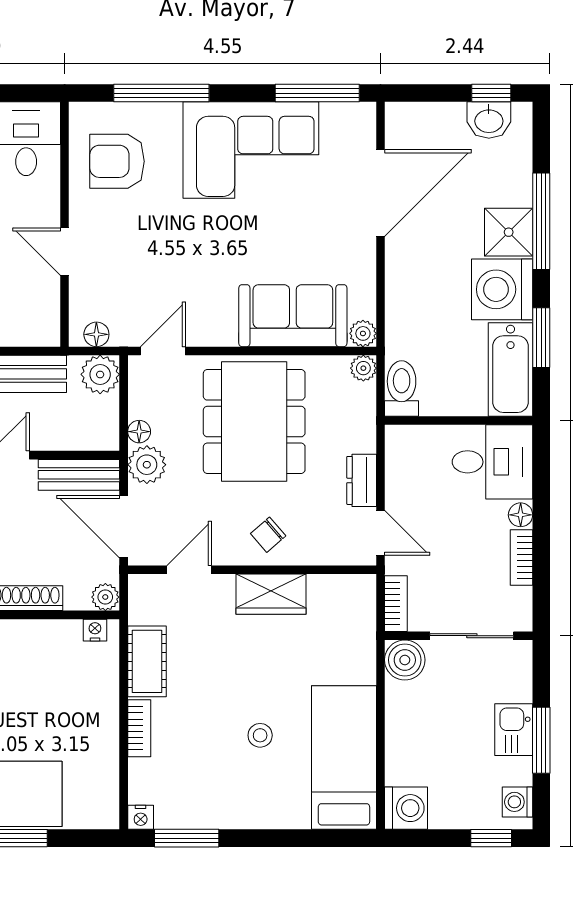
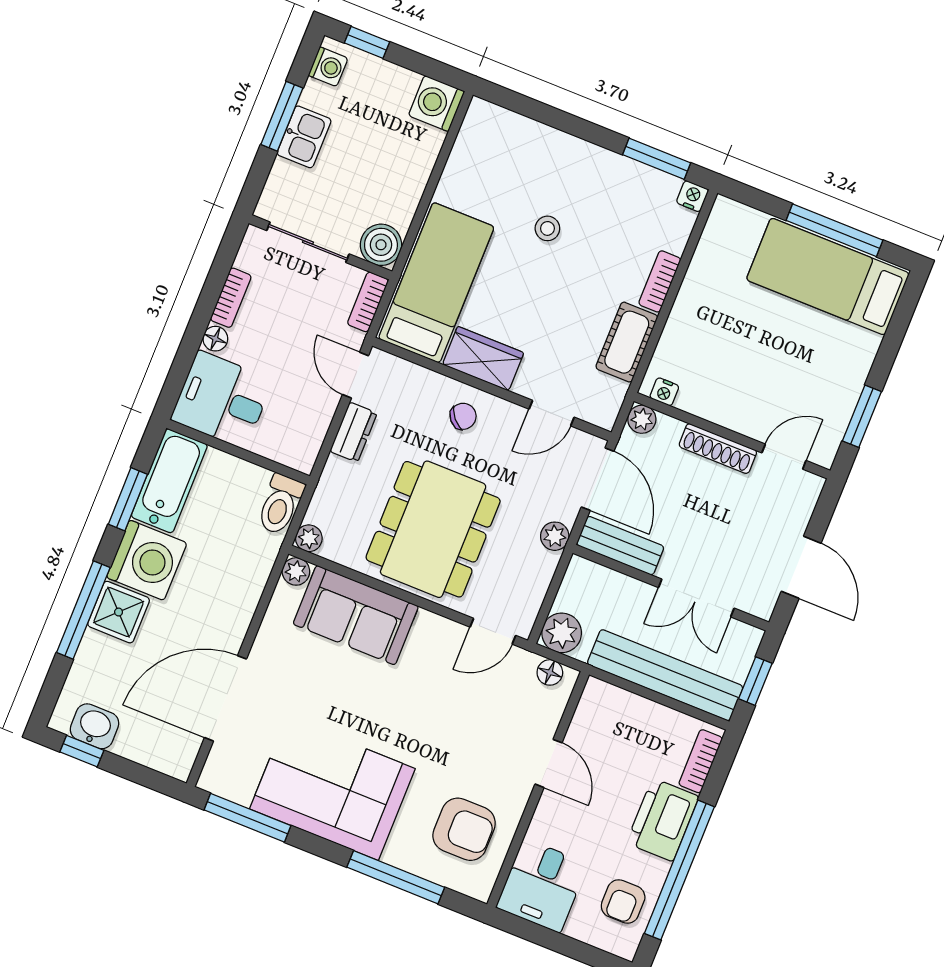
floor lamp: (139, 432) -> (546, 564), removed
plant: (147, 465) -> (555, 536), width x0.73, depth x0.73
bed: (344, 758) -> (436, 283), moved, turned 180

